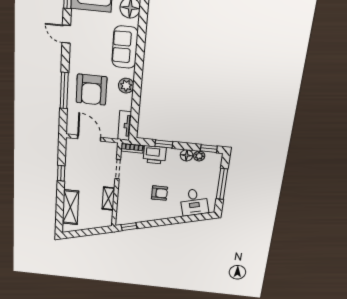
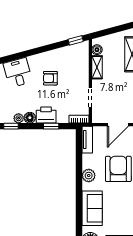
door: (89, 138) -> (118, 125), hinge flipped
printer: (155, 155) -> (46, 115), moved
boiler: (107, 216) -> (97, 50), added

